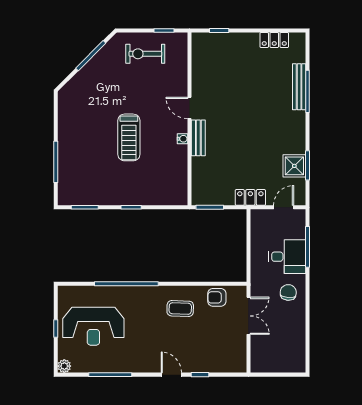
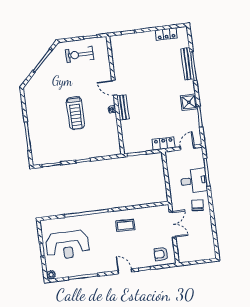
shower: (294, 166) -> (189, 102), moved
armchair: (217, 297) -> (161, 254), moved

